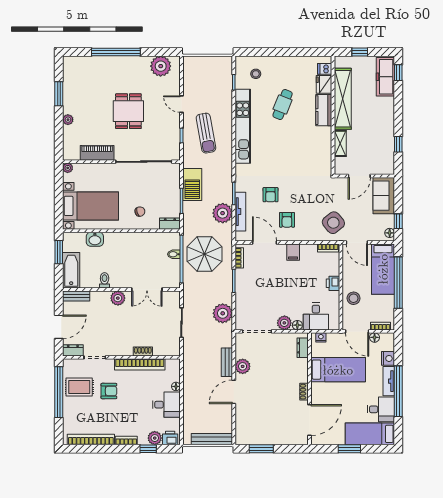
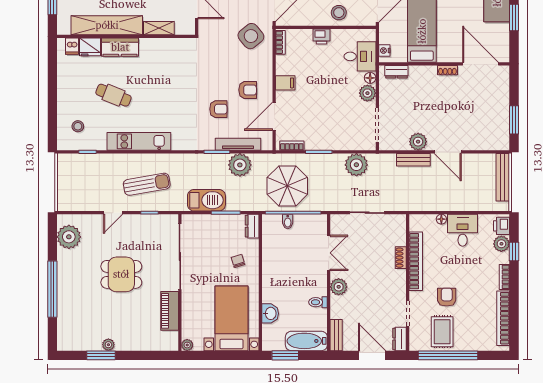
plant: (68, 120) -> (108, 345), moved
kitchen unit: (243, 126) -> (139, 141), width x0.73

